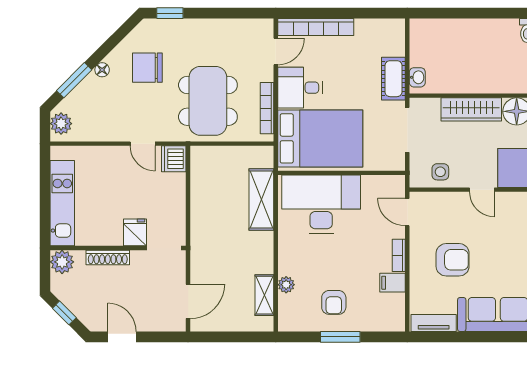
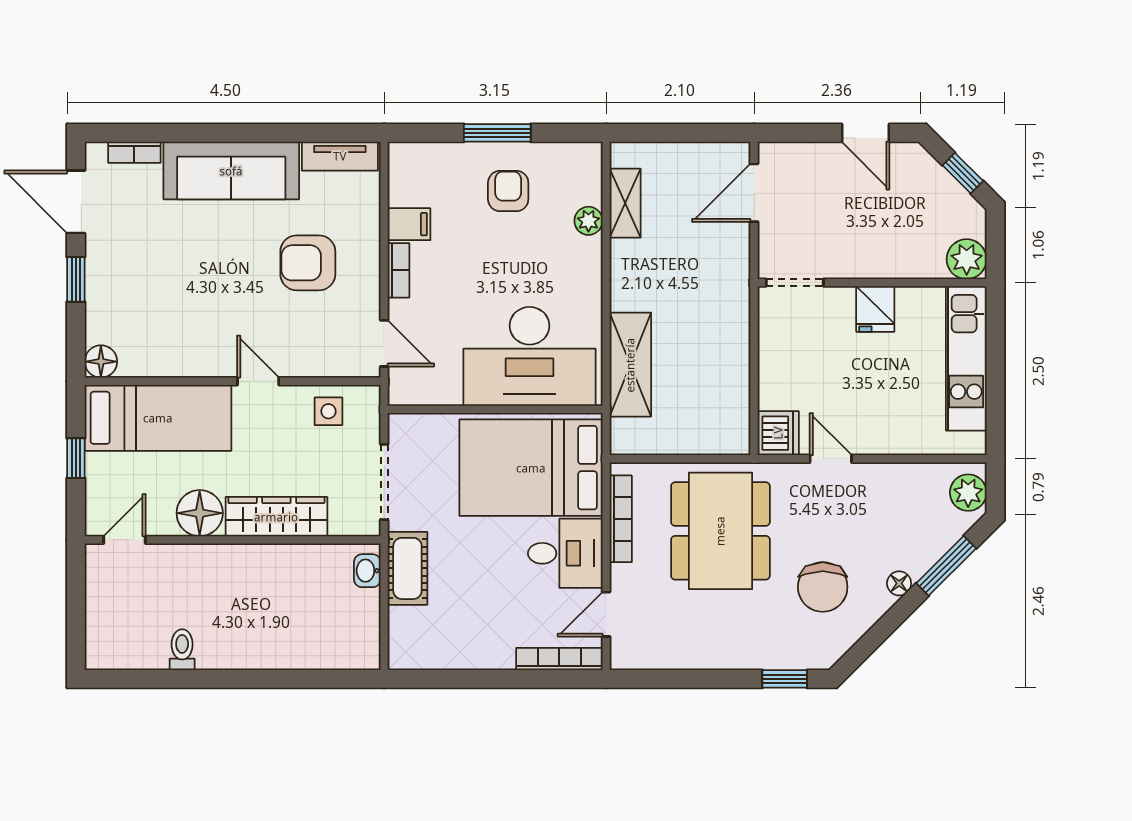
bookcase: (316, 27) -> (559, 659), width x0.68, depth x0.76
chair: (147, 68) -> (823, 587), turned 90
fridge: (135, 232) -> (875, 309), moved
shoe rack: (108, 257) -> (889, 267), removed

